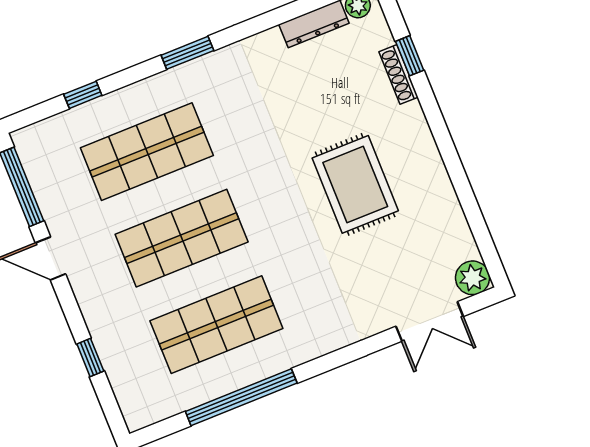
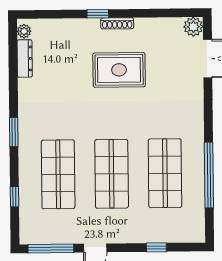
window: (410, 56) -> (98, 14), moved
shoe rack: (399, 74) -> (117, 23), moved

